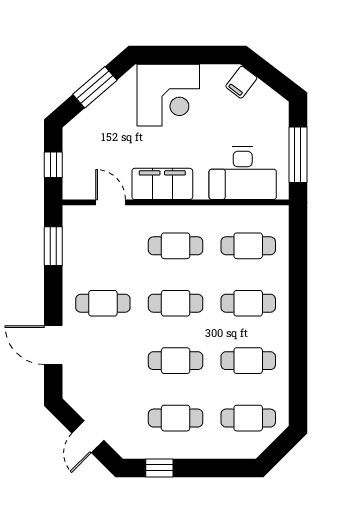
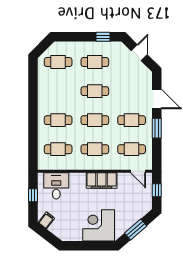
filing cabinet: (241, 82) -> (46, 220), moved
window: (298, 155) -> (33, 195), width x0.46
desk: (243, 173) -> (56, 186), width x0.73
door: (111, 202) -> (138, 171), moved
window: (53, 246) -> (157, 128), moved
cafe table: (248, 361) -> (132, 149), moved

